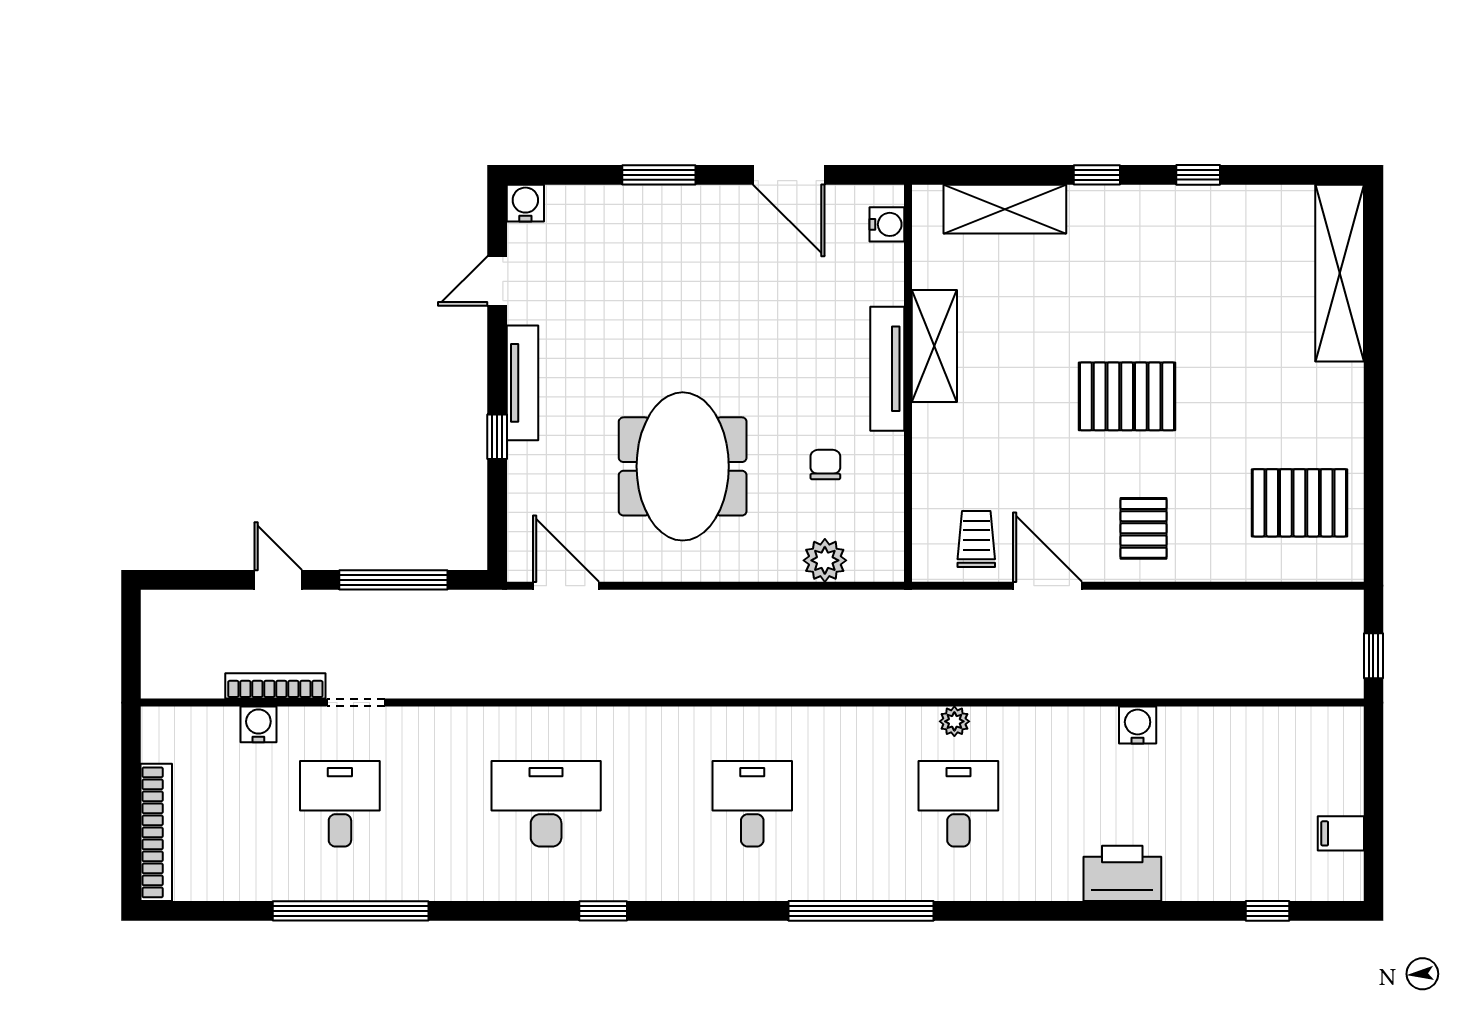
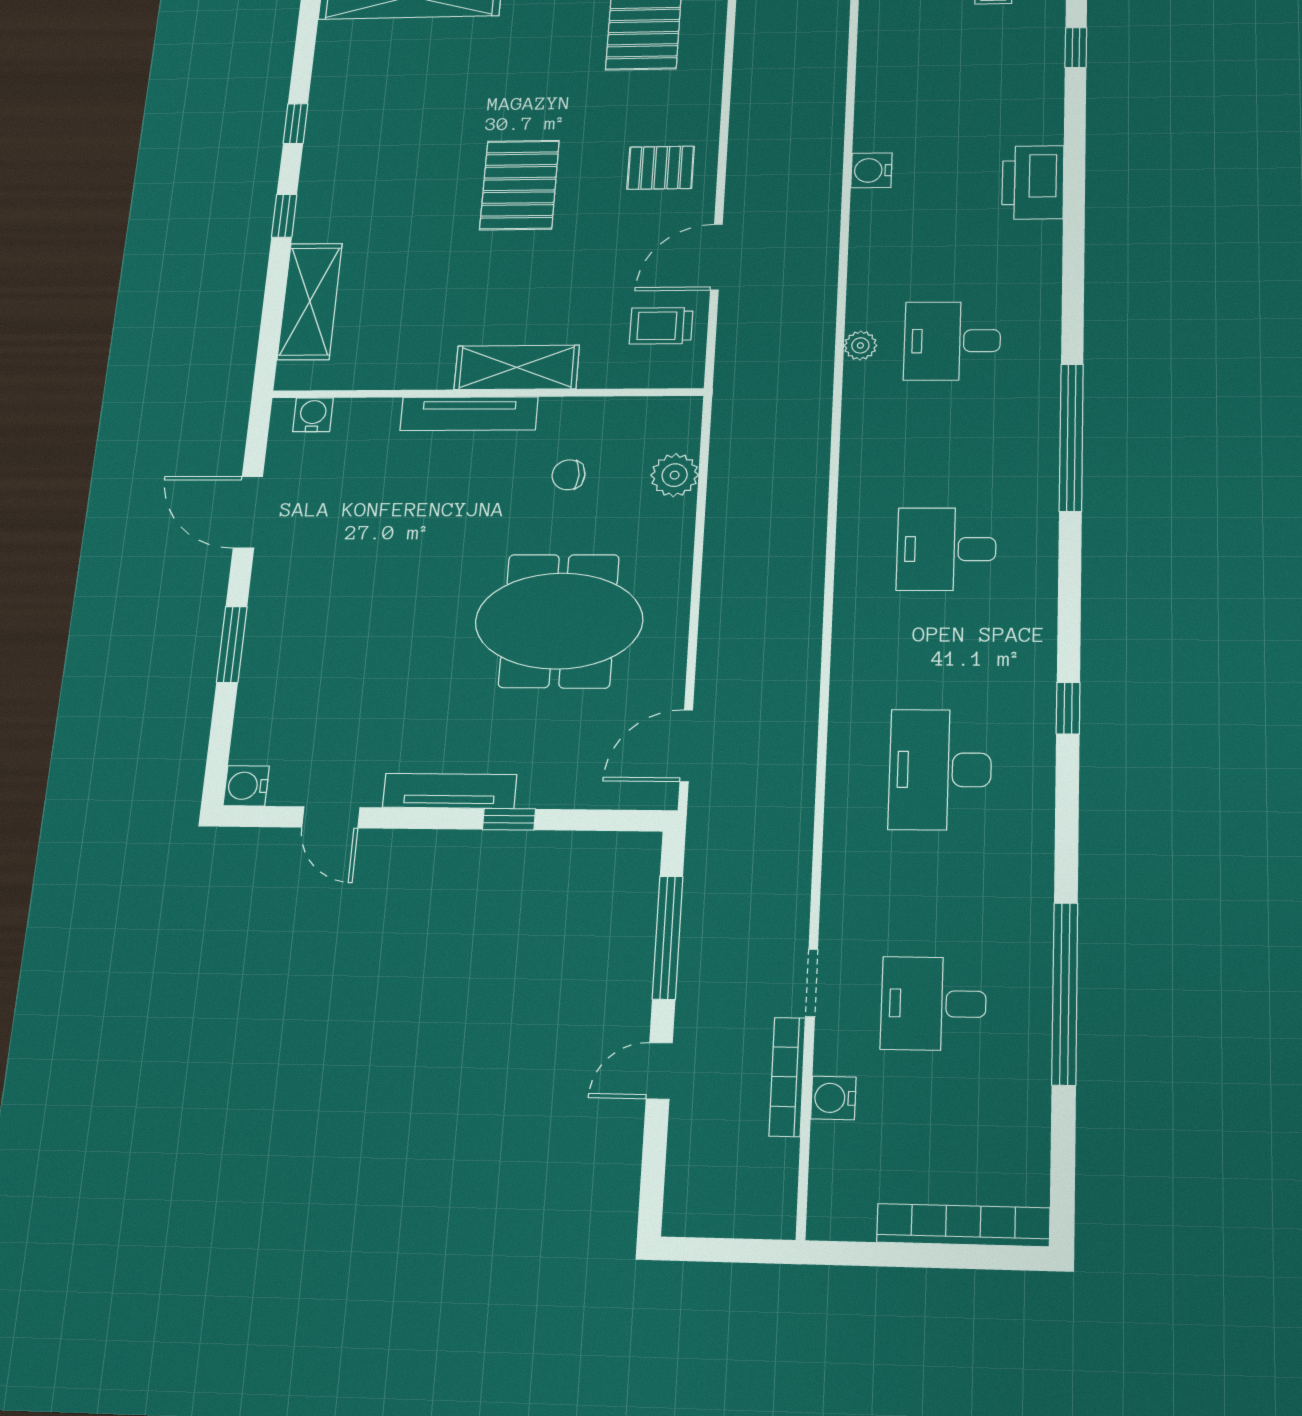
door: (789, 175) -> (248, 512), swing flipped
shelving: (934, 346) -> (517, 367), moved

